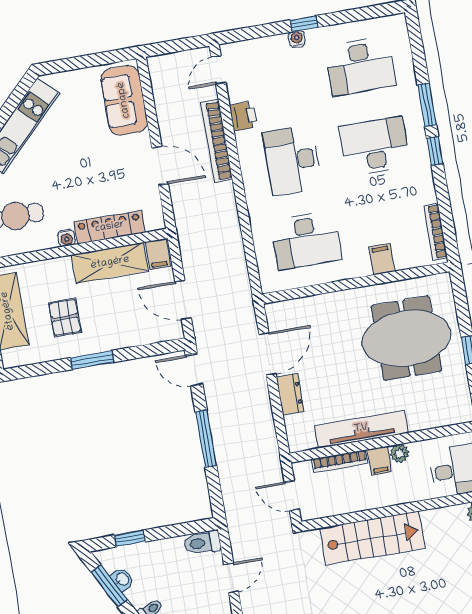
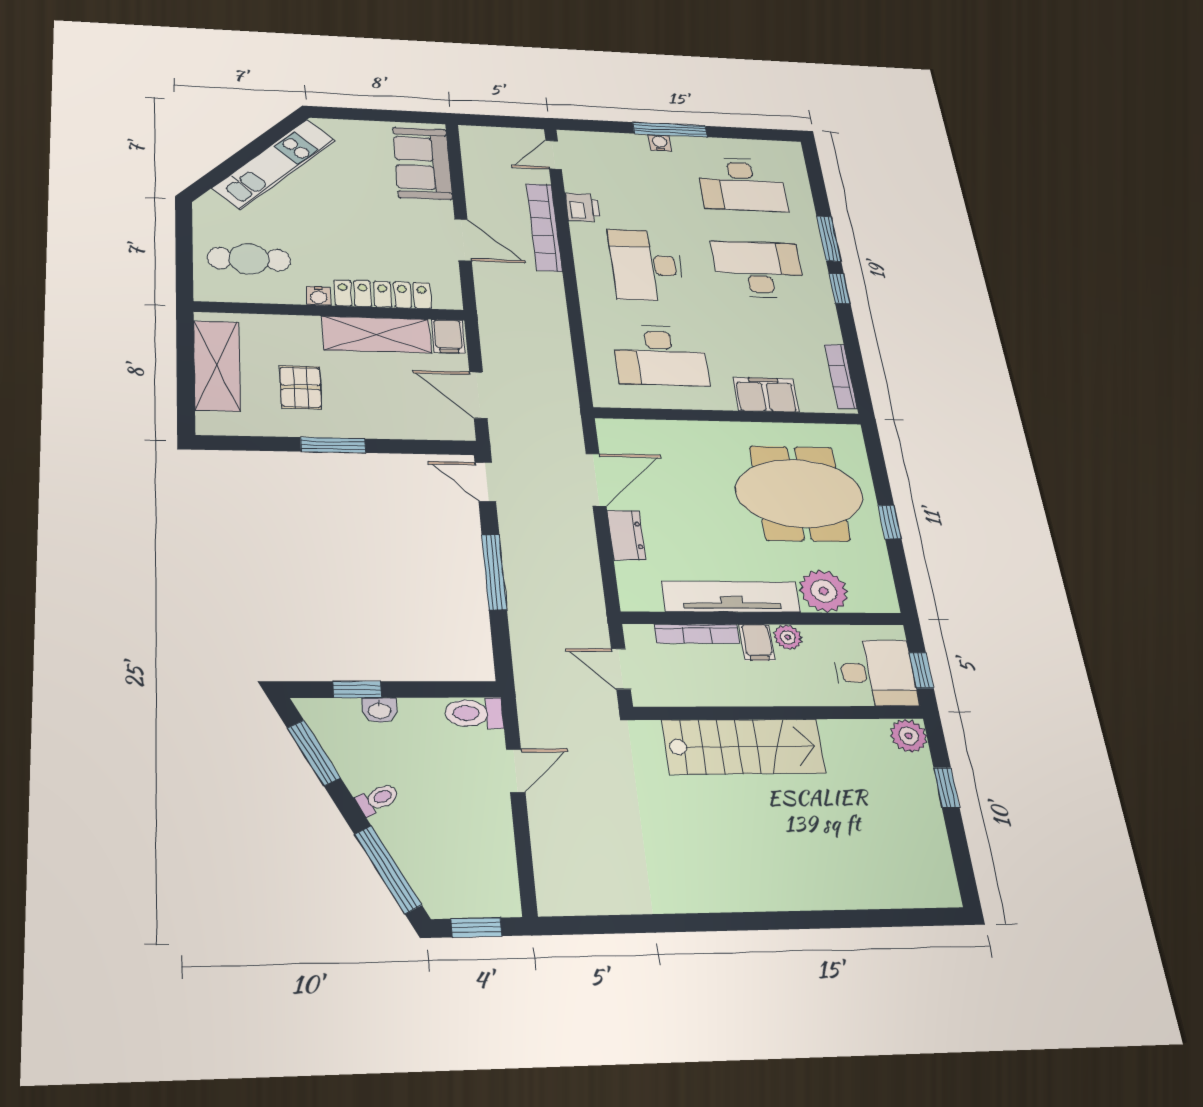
window: (304, 24) -> (670, 130), width x2.17
filing cabinet: (382, 259) -> (766, 395), width x2.00
plant: (424, 414) -> (824, 591), added
washbasin: (122, 579) -> (380, 710), moved, turned 118

